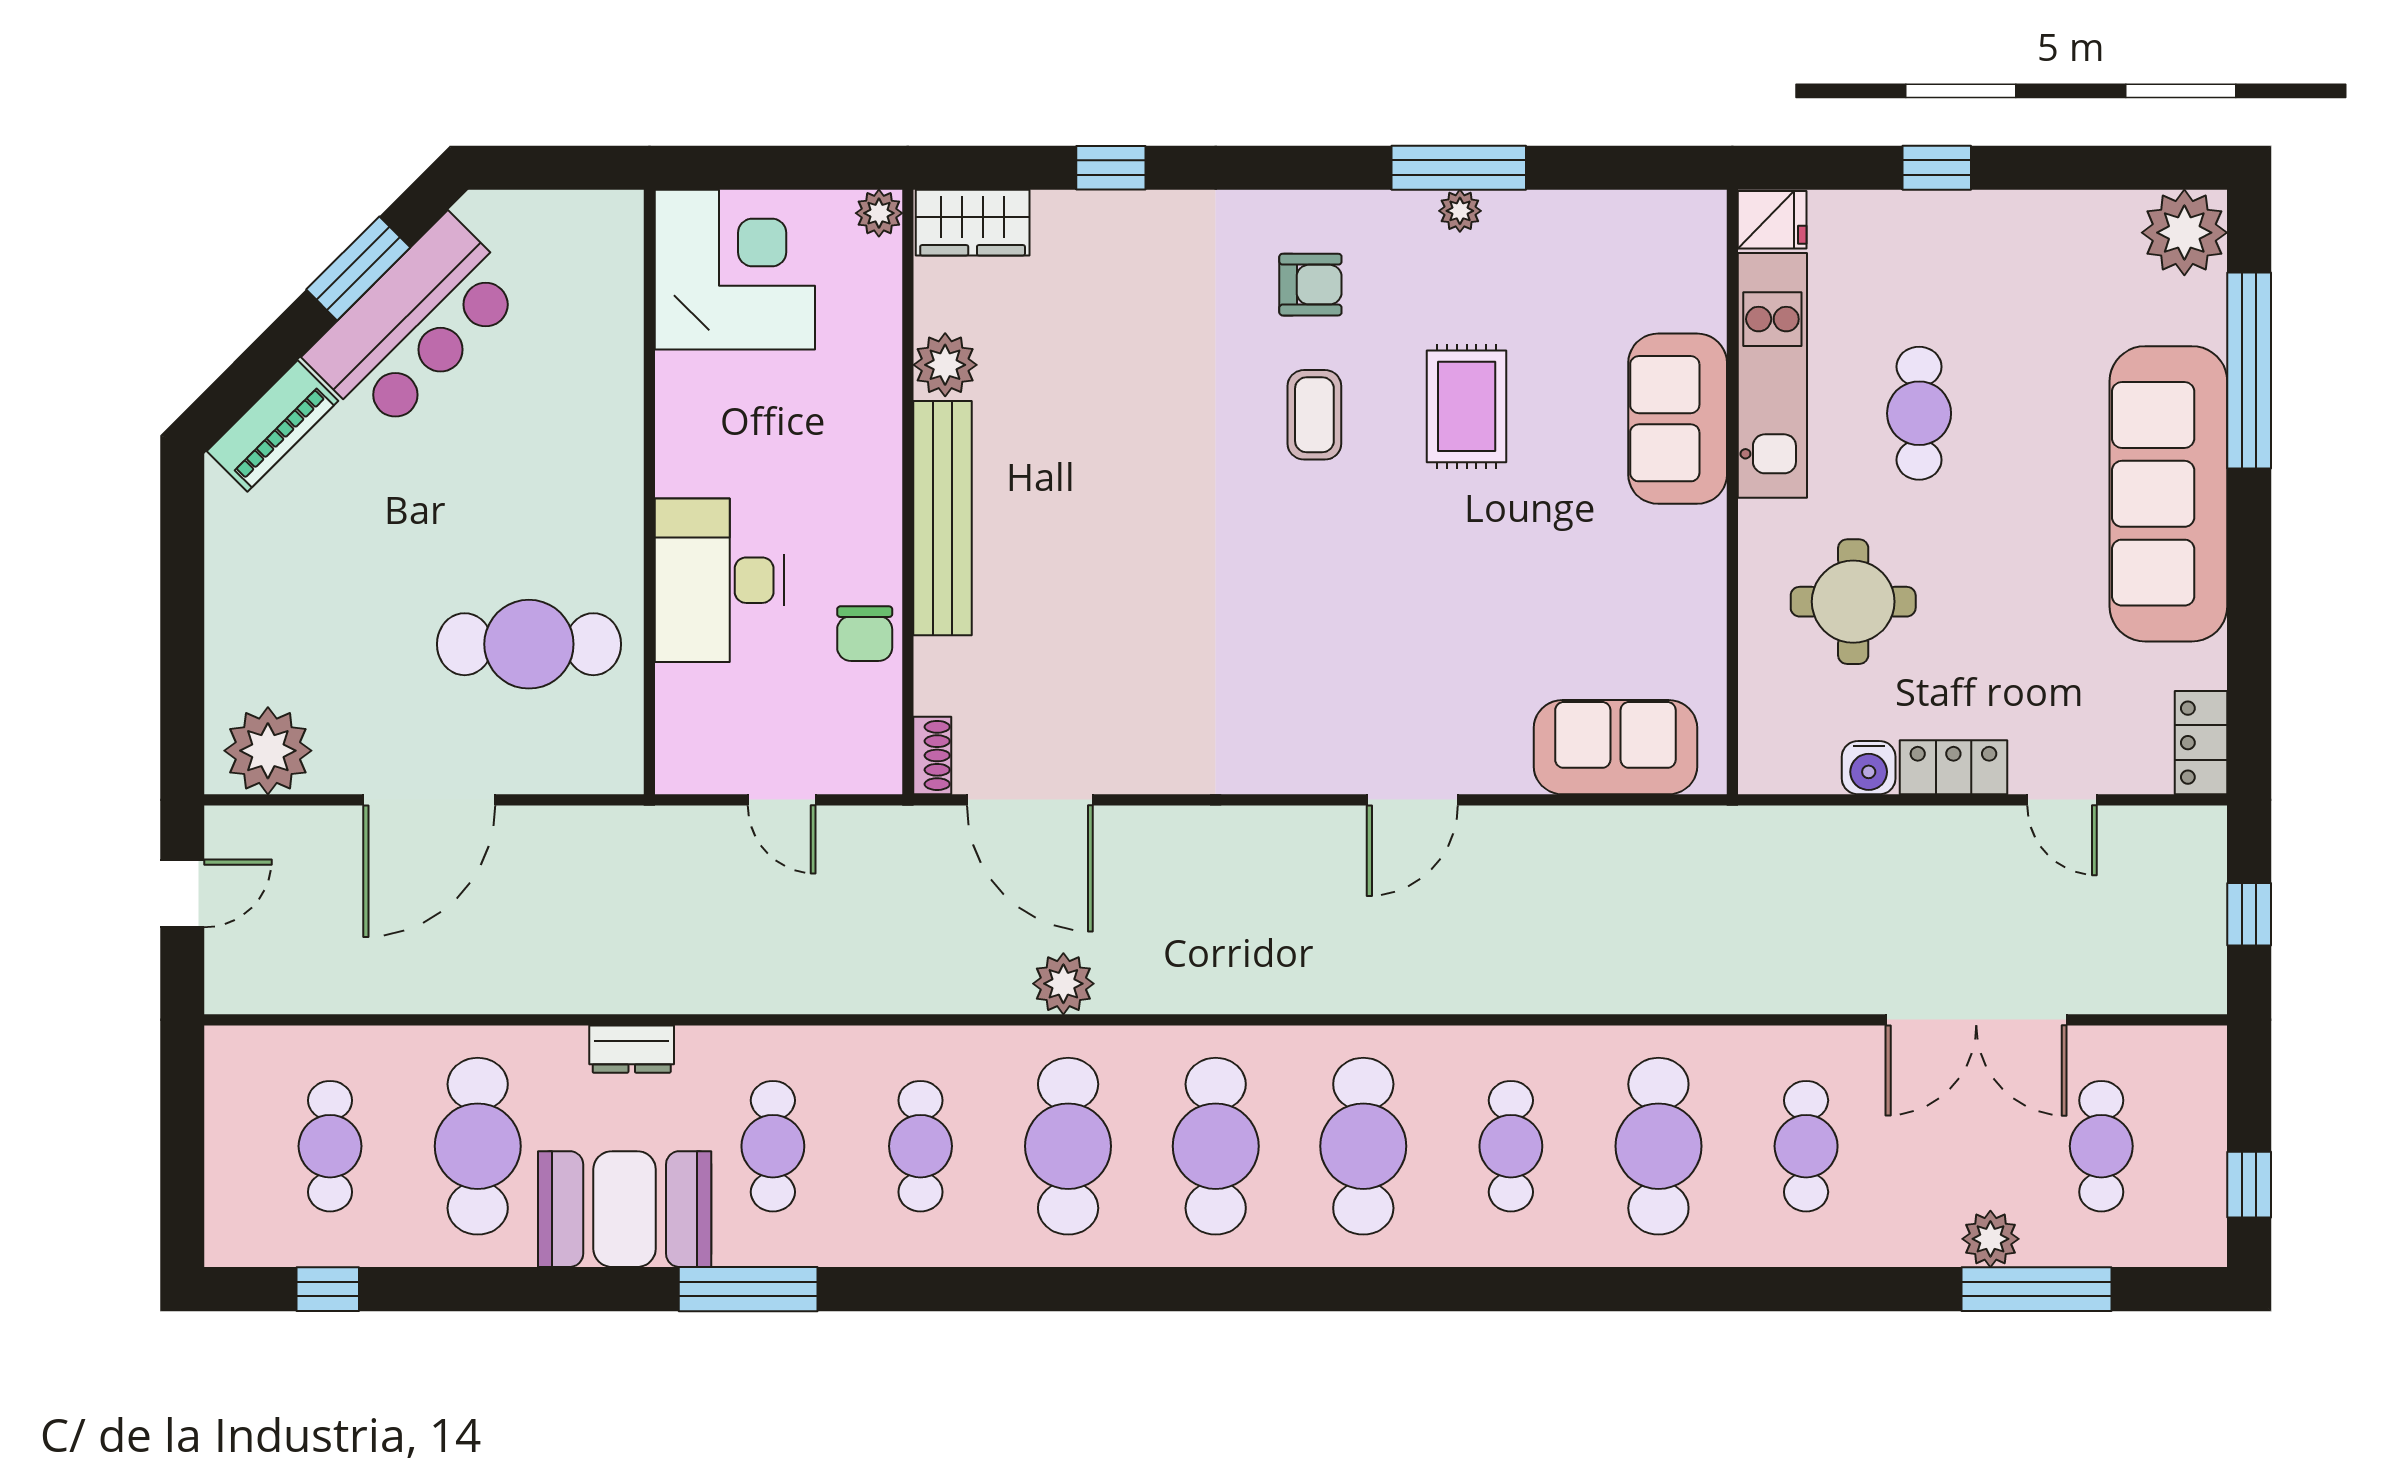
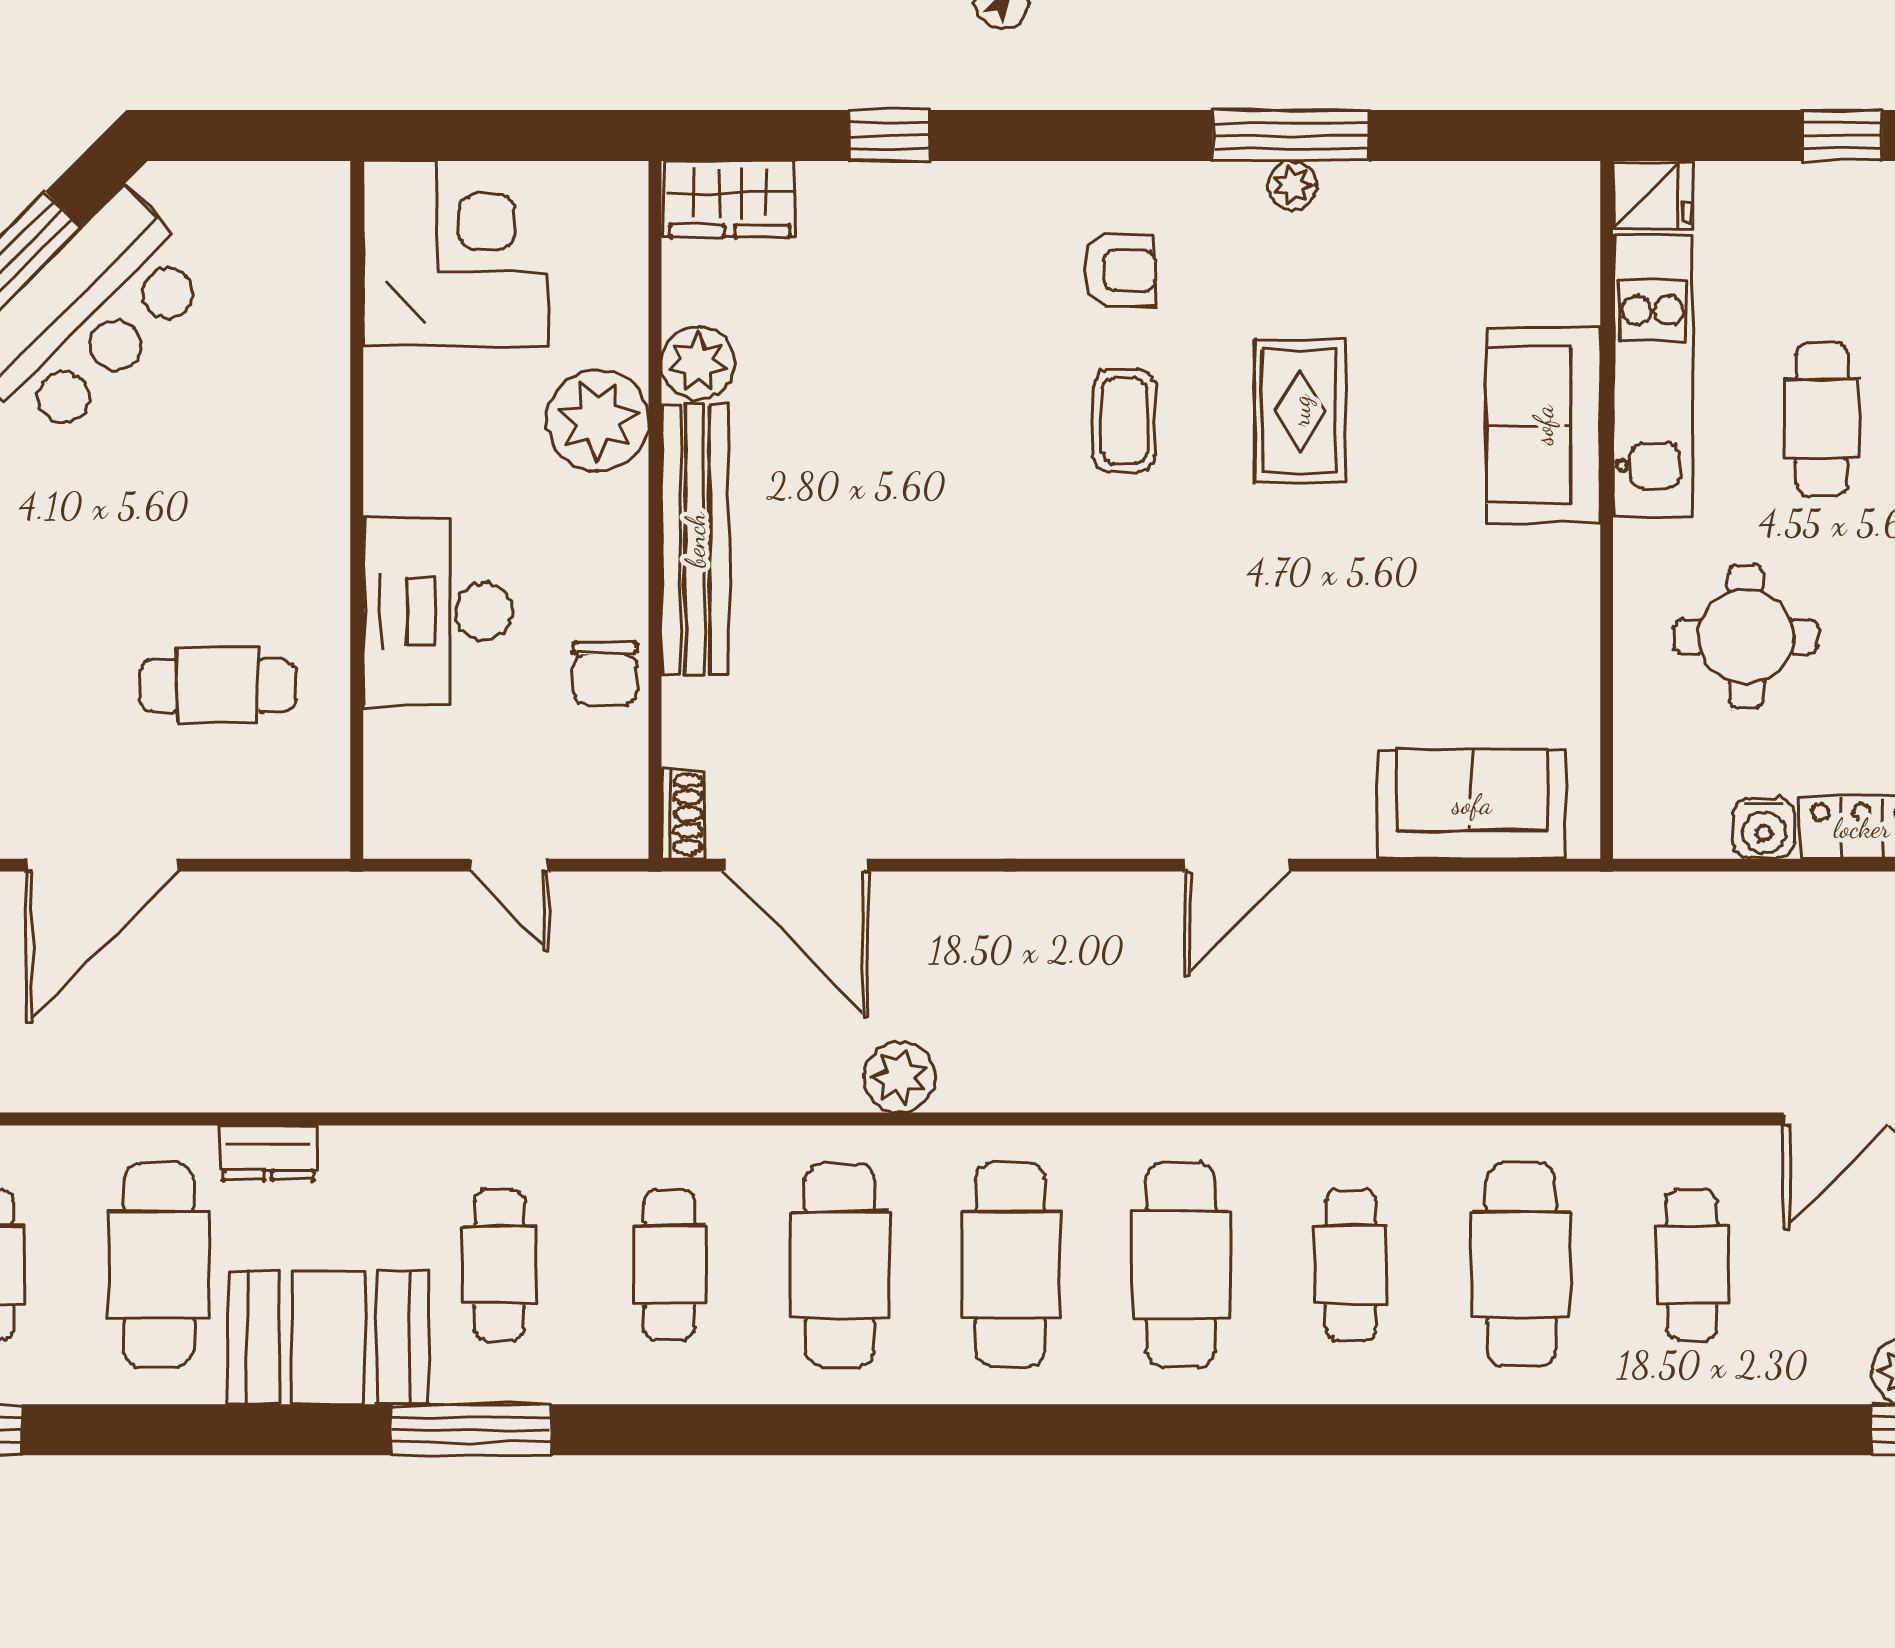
plant: (879, 213) -> (598, 420), moved, width x1.87, depth x1.87
cafe table: (529, 644) -> (218, 685), width x0.73, depth x0.74
plant: (1063, 984) -> (900, 1077), moved
dresser: (632, 1049) -> (268, 1153), moved

